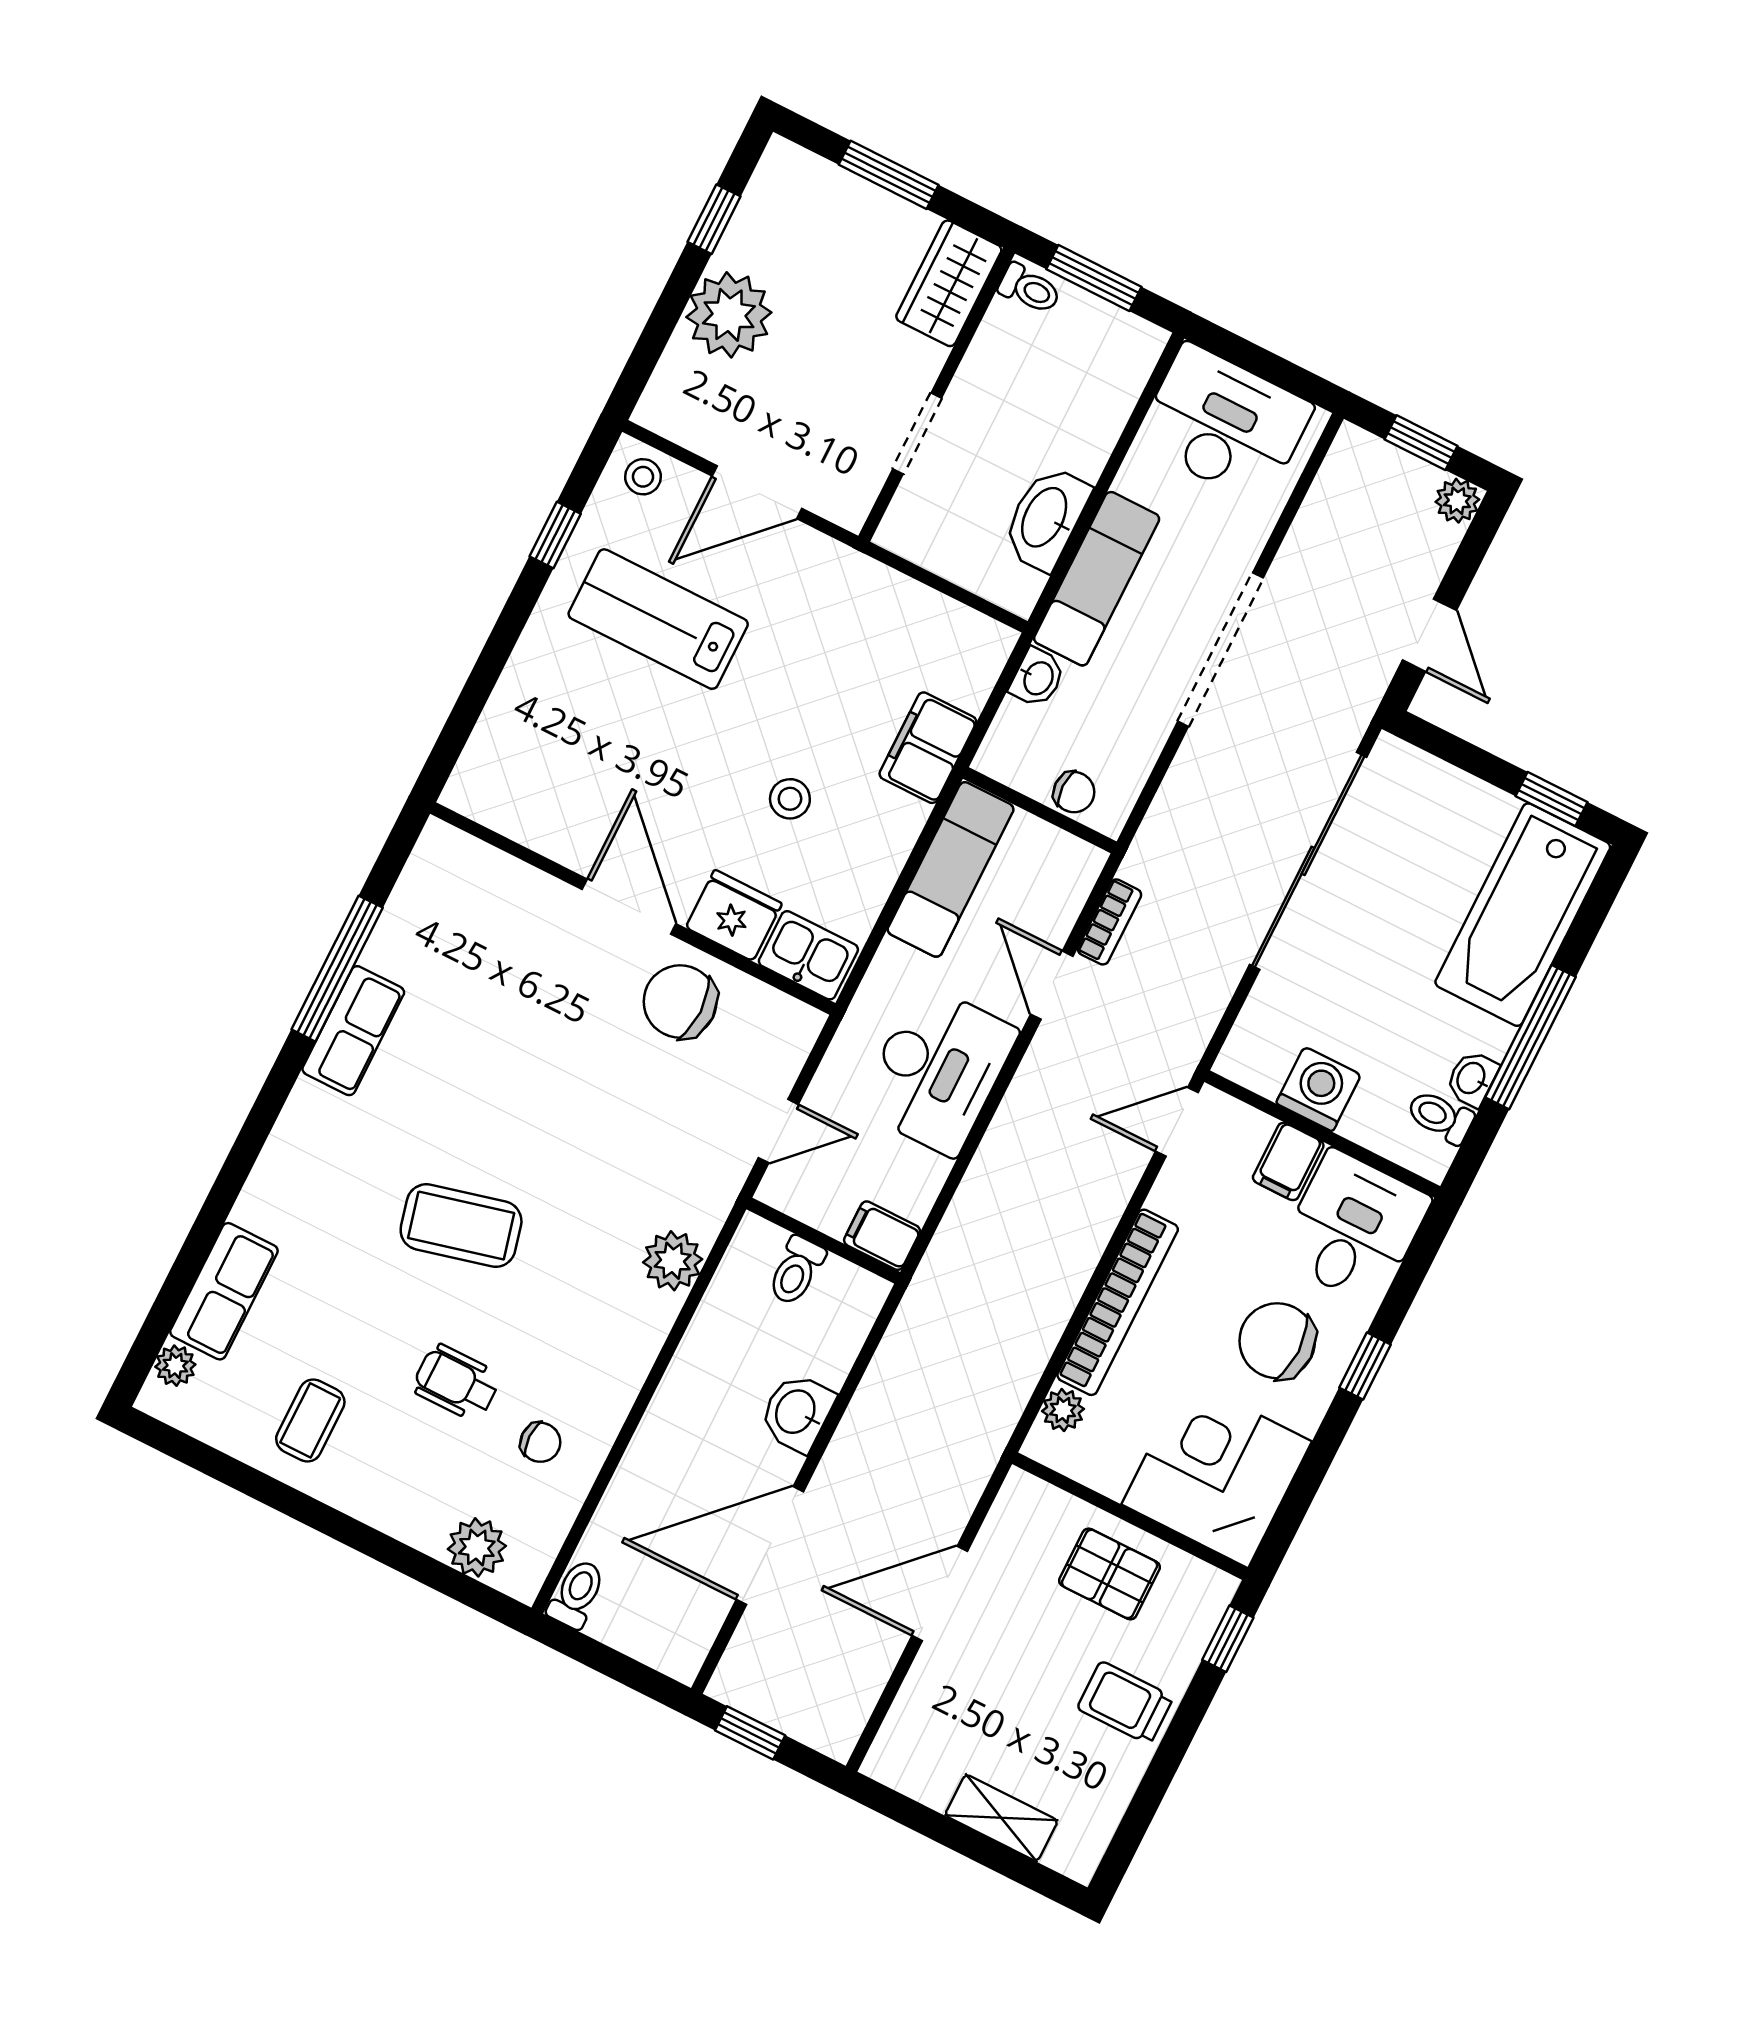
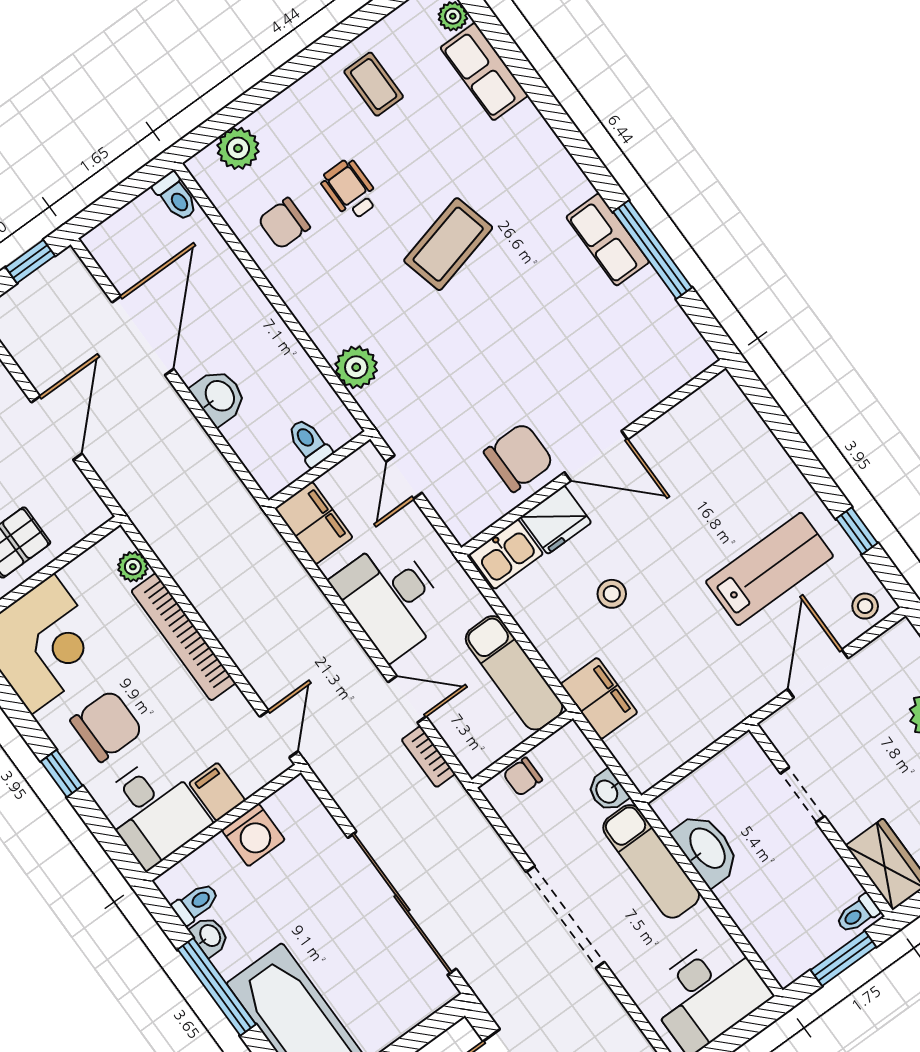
filing cabinet: (882, 1236) -> (314, 523), width x2.00
wheelchair: (456, 1382) -> (350, 190), turned -90
chair: (540, 1442) -> (284, 223), width x1.37, depth x1.37

